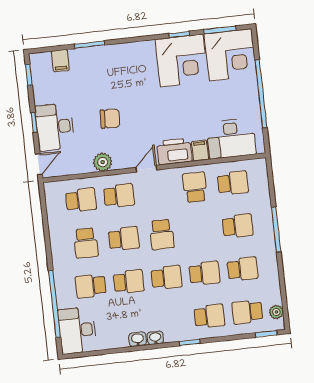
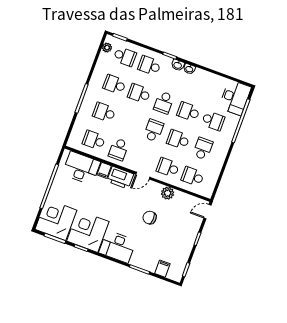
desk: (55, 127) -> (117, 247), moved, turned 90
school desk: (167, 277) -> (164, 103), turned -90
washbasin: (138, 339) -> (178, 65), moved

